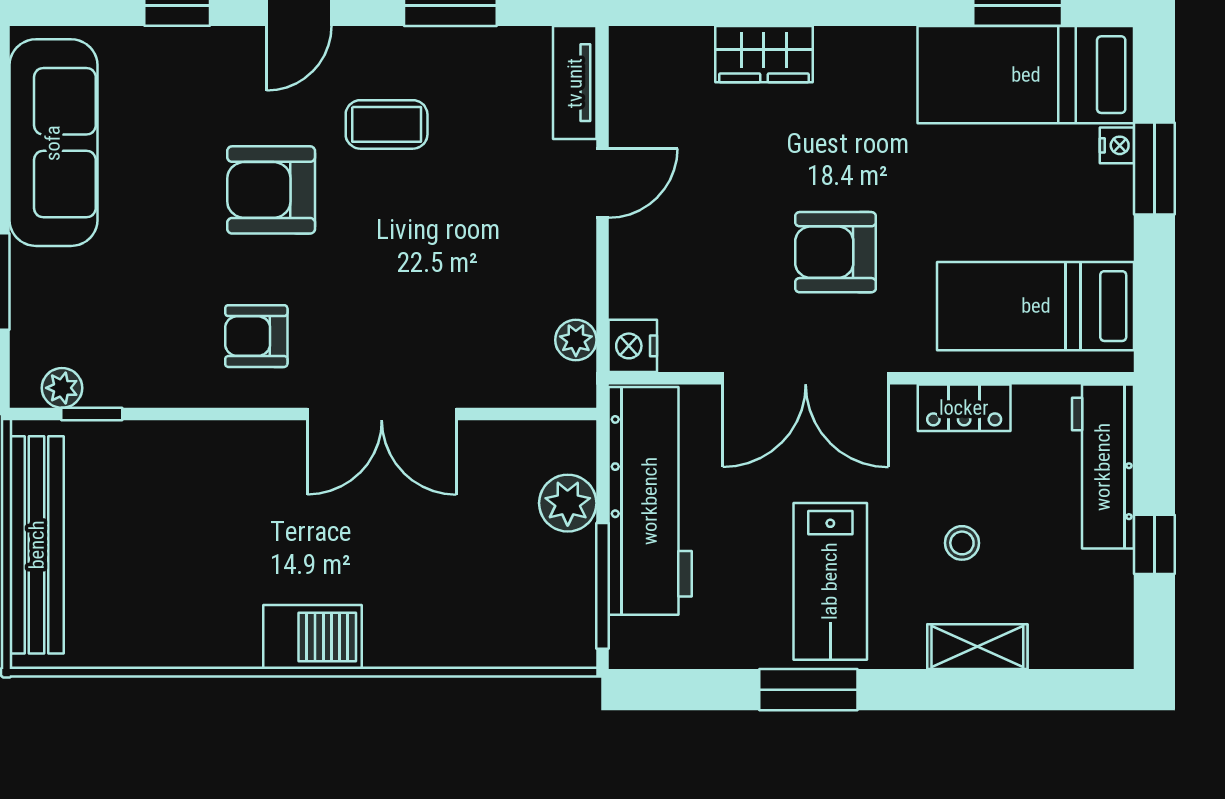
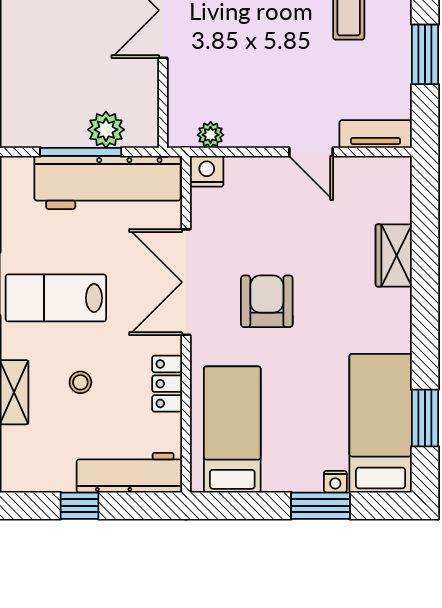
window: (602, 586) -> (81, 152), moved

